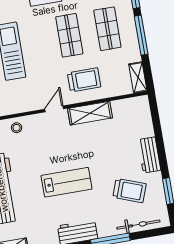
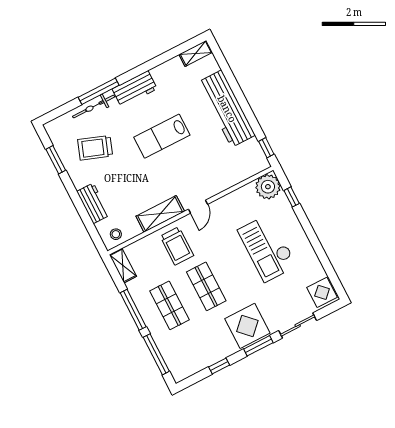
trolley: (84, 80) -> (177, 246), turned -90
stool: (17, 128) -> (116, 234), moved
workbench: (149, 155) -> (93, 203), moved
bicycle: (138, 225) -> (94, 107), moved

